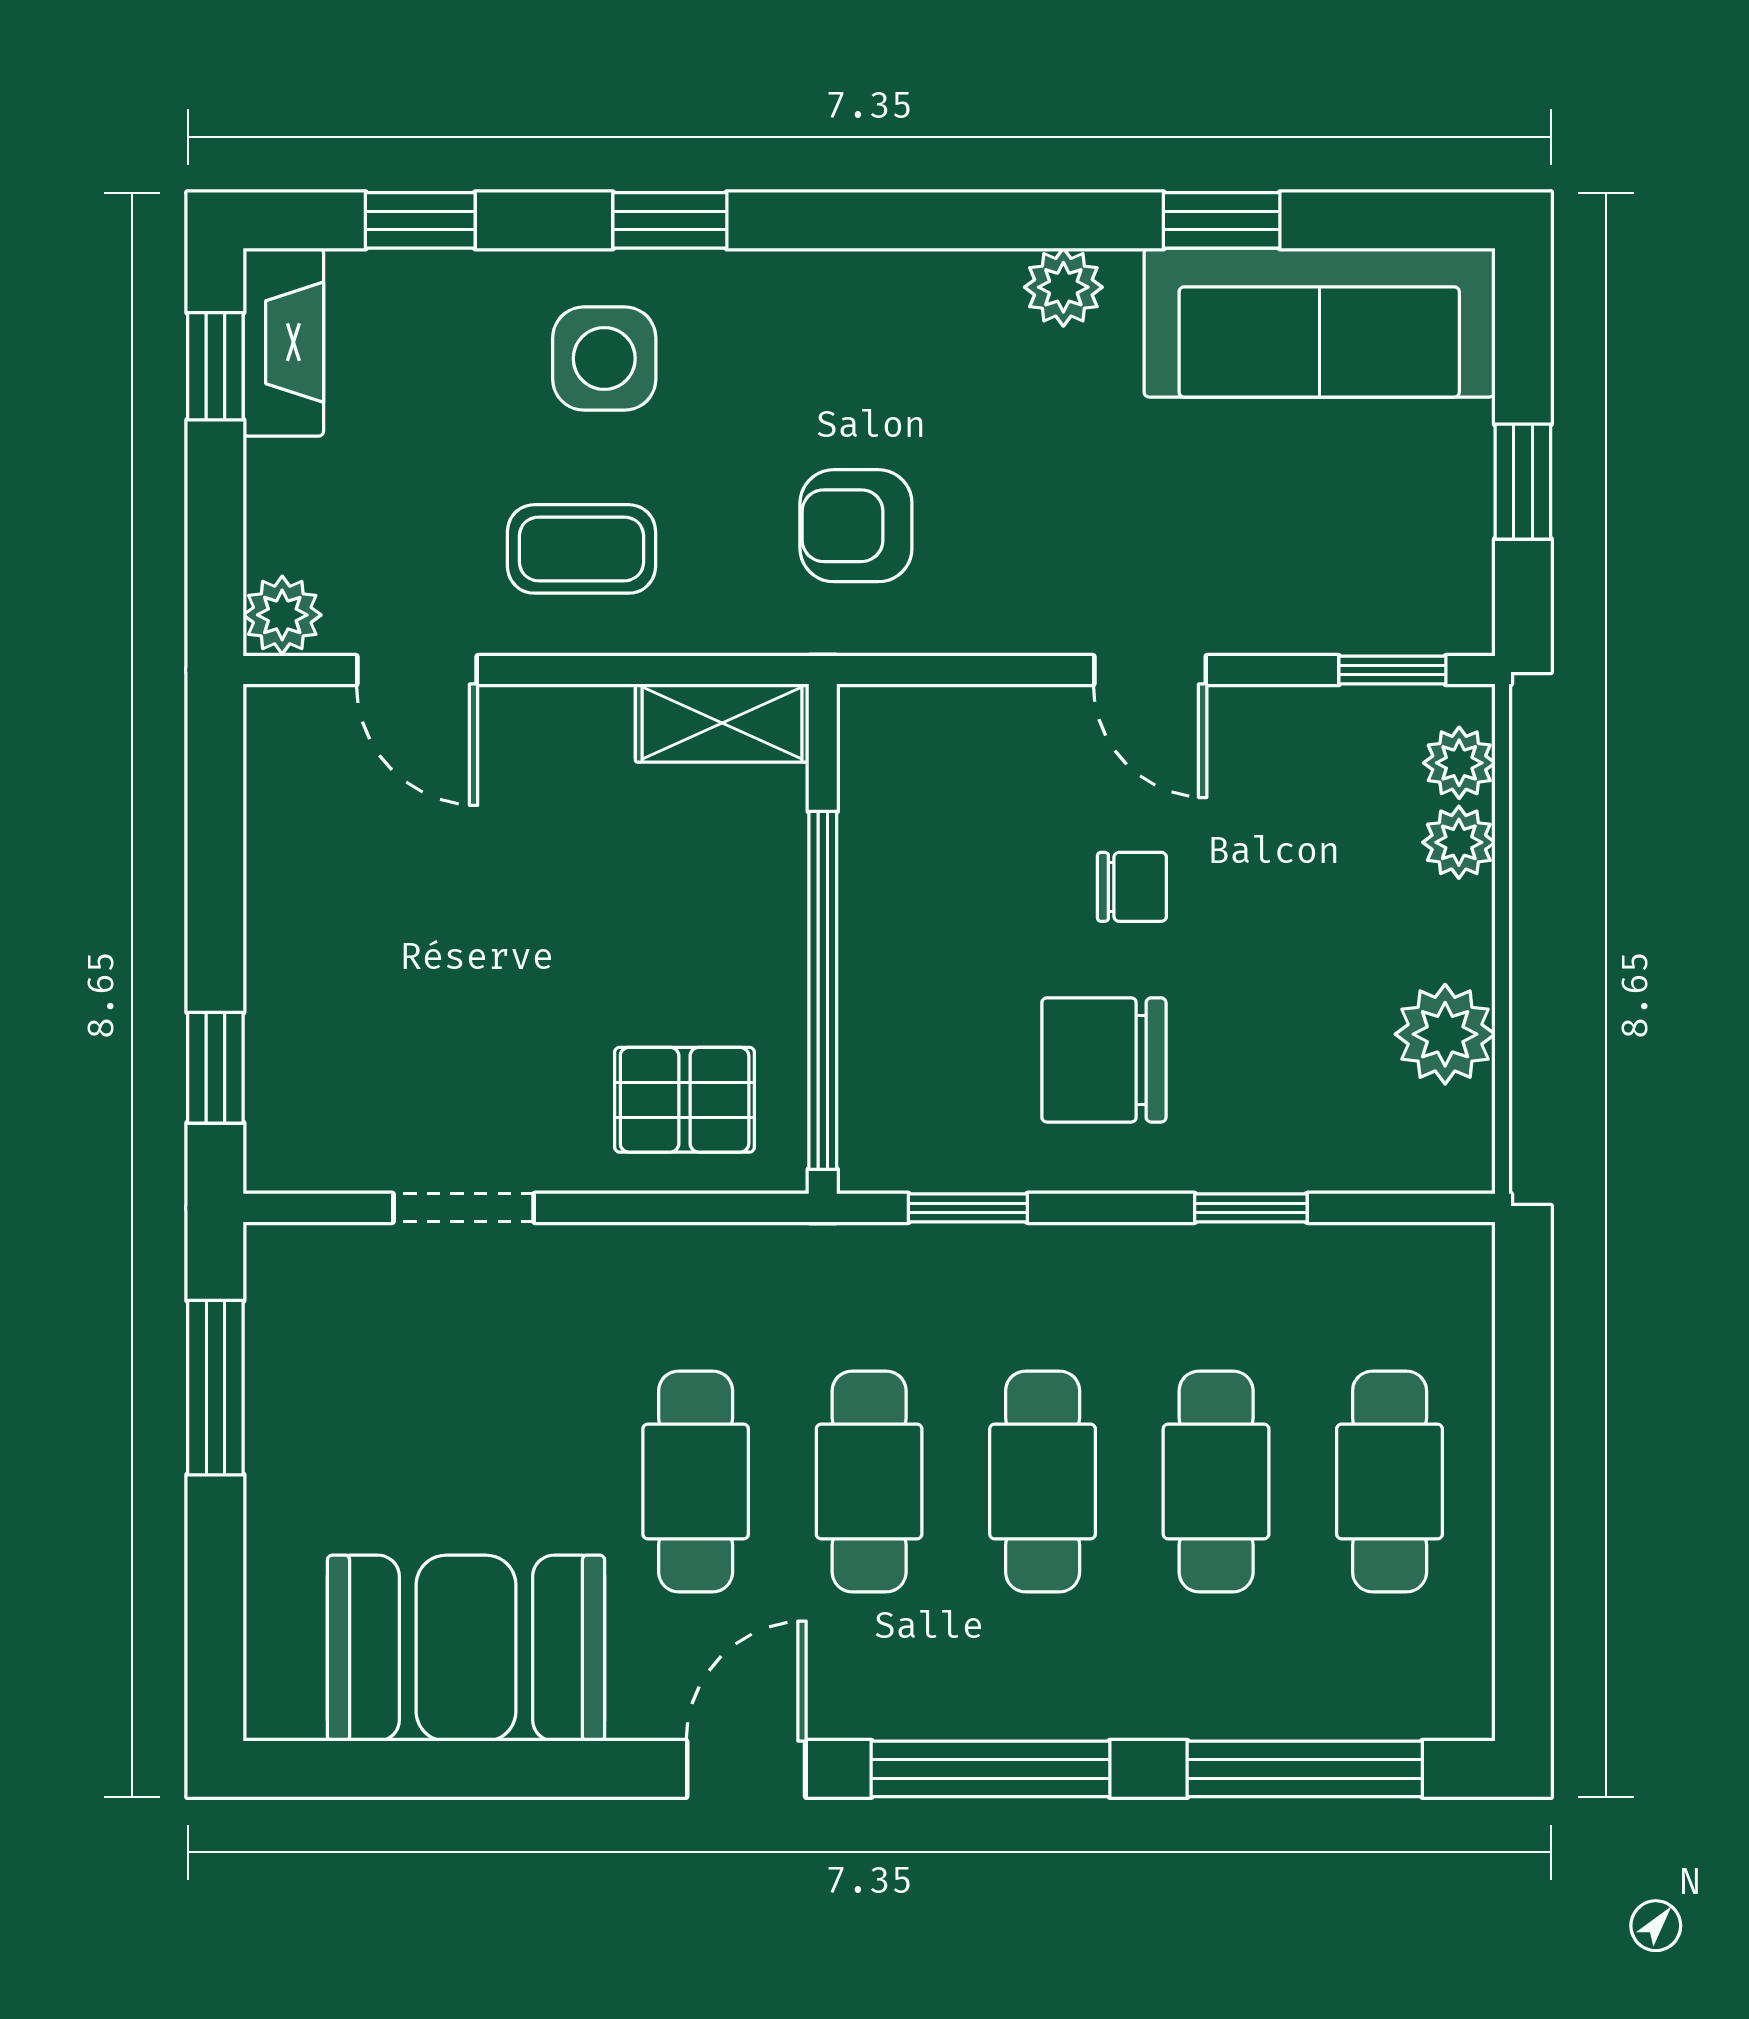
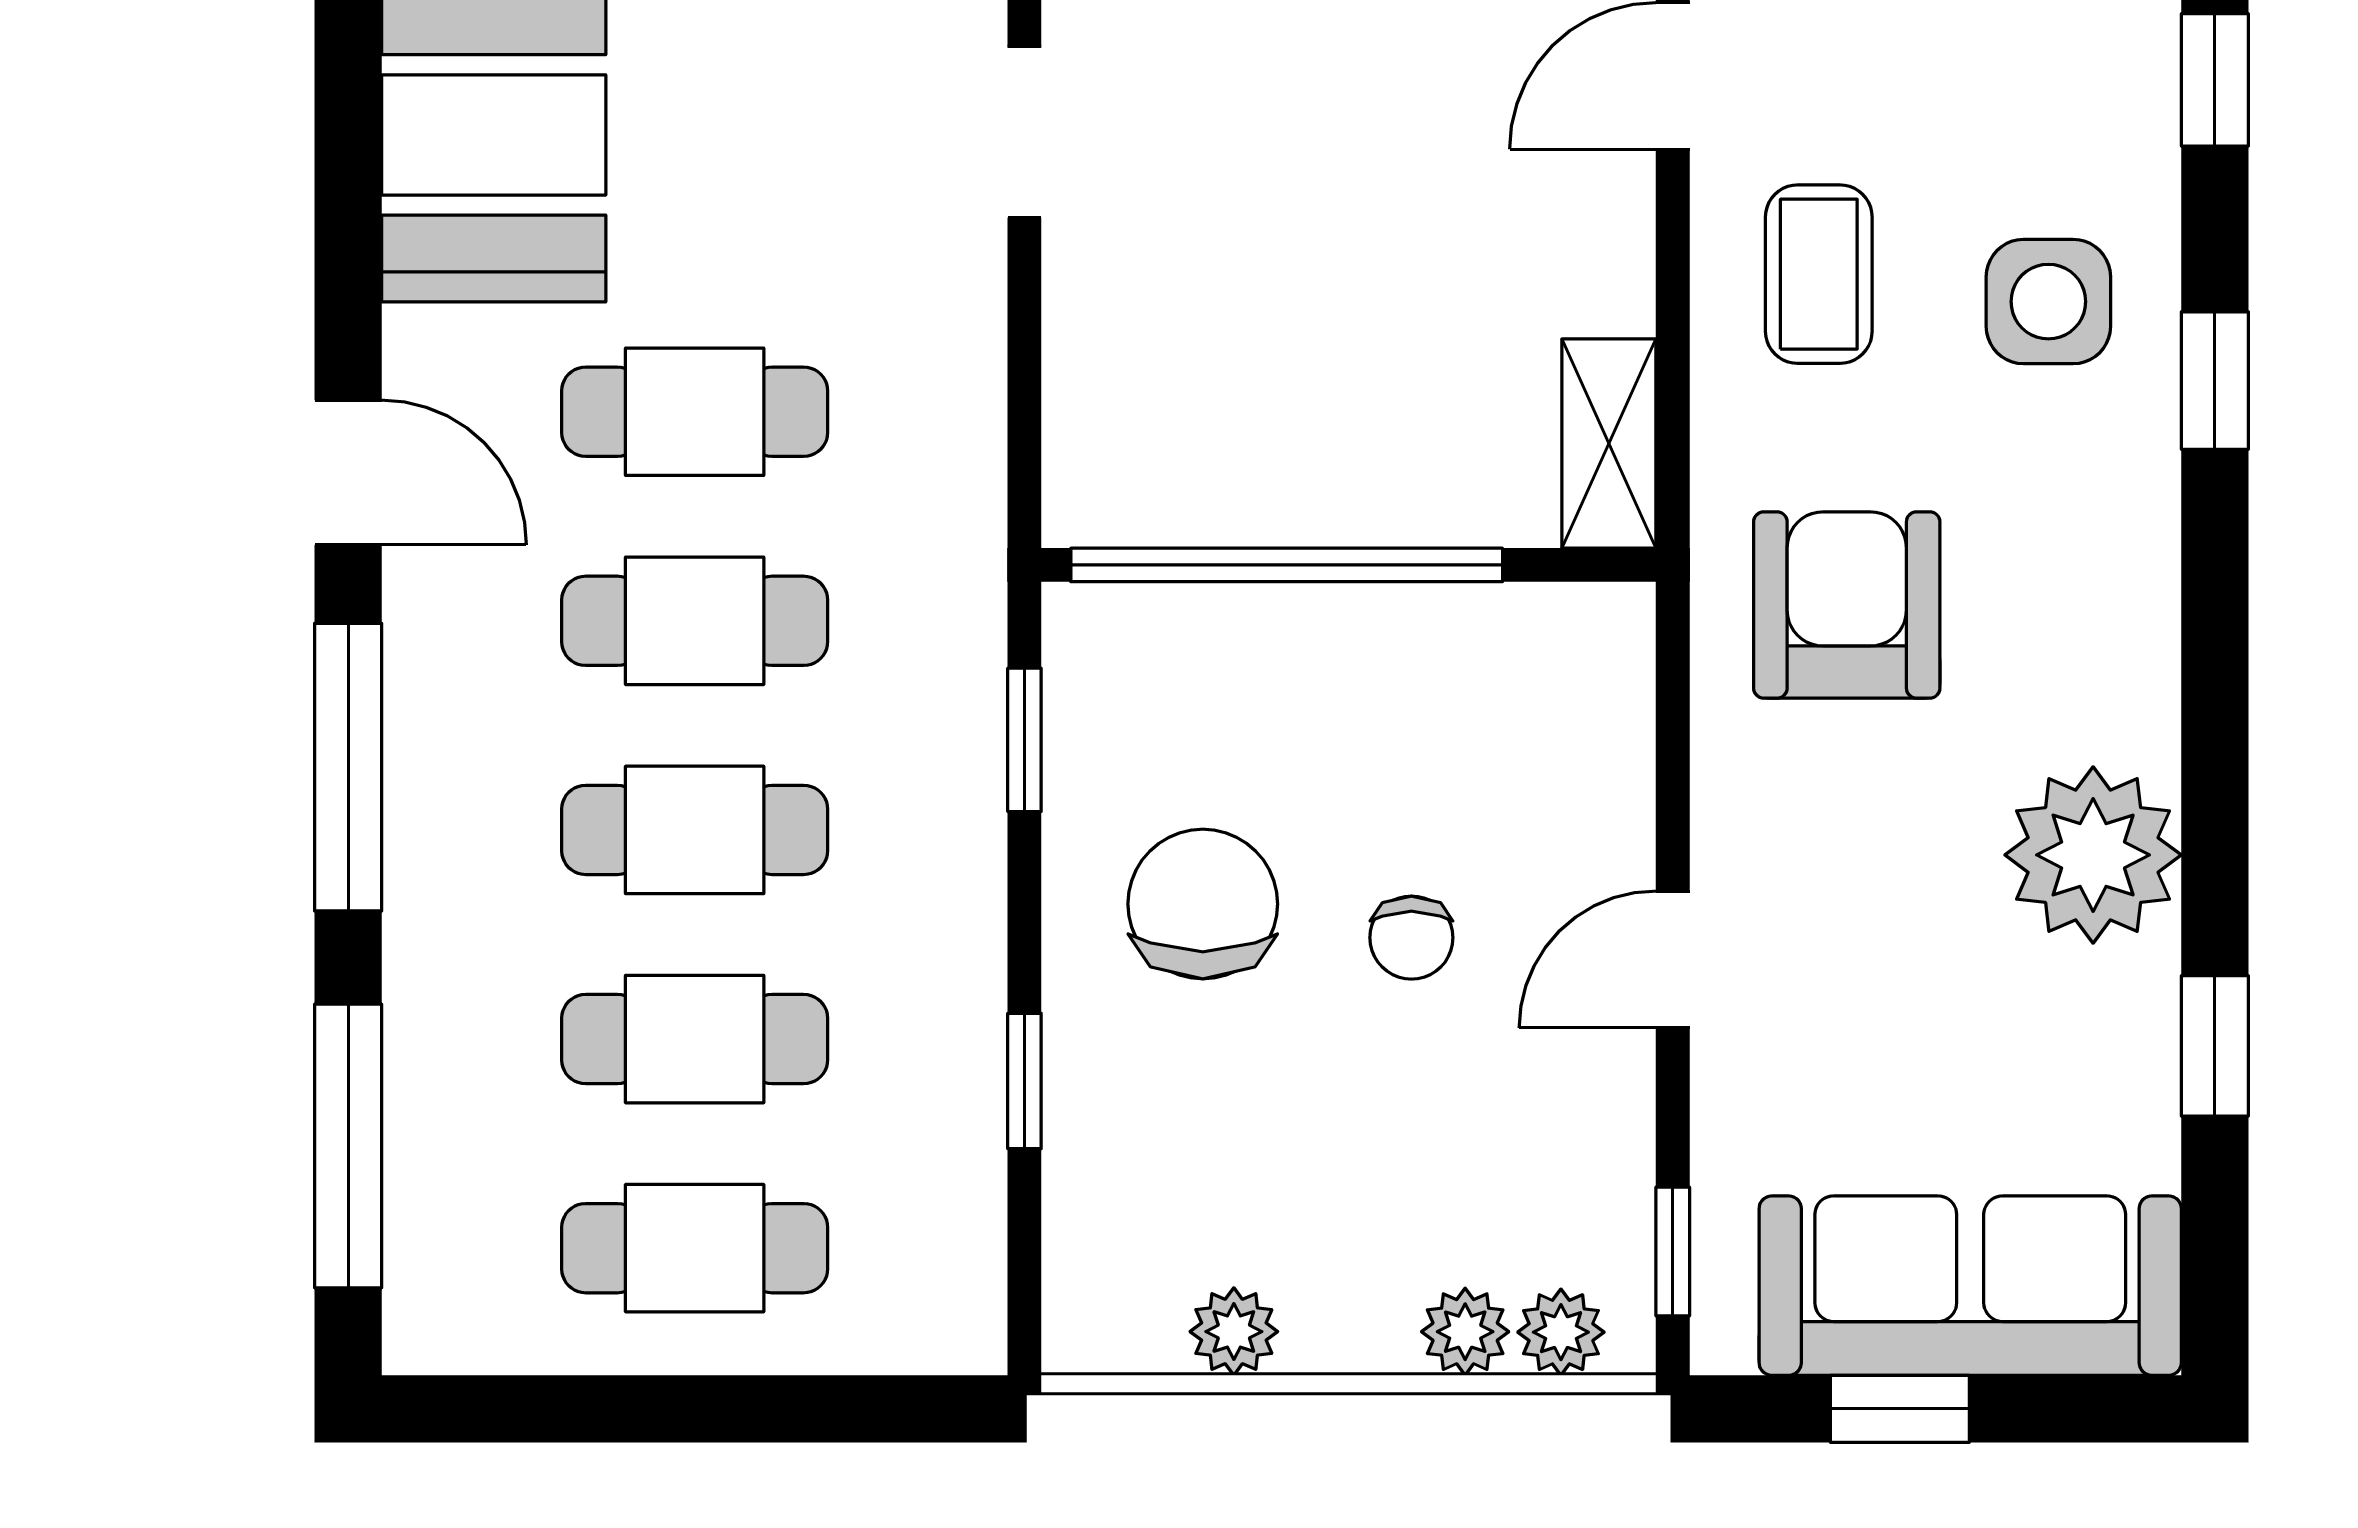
plant: (1063, 287) -> (2093, 855), width x1.87, depth x1.87
sofa: (1319, 323) -> (1970, 1286), moved, turned 90
armchair: (856, 526) -> (1847, 605), width x1.38, depth x1.38
plant: (1445, 1034) -> (1234, 1332), width x0.73, depth x0.73
pallet: (685, 1100) -> (1155, 398), removed

